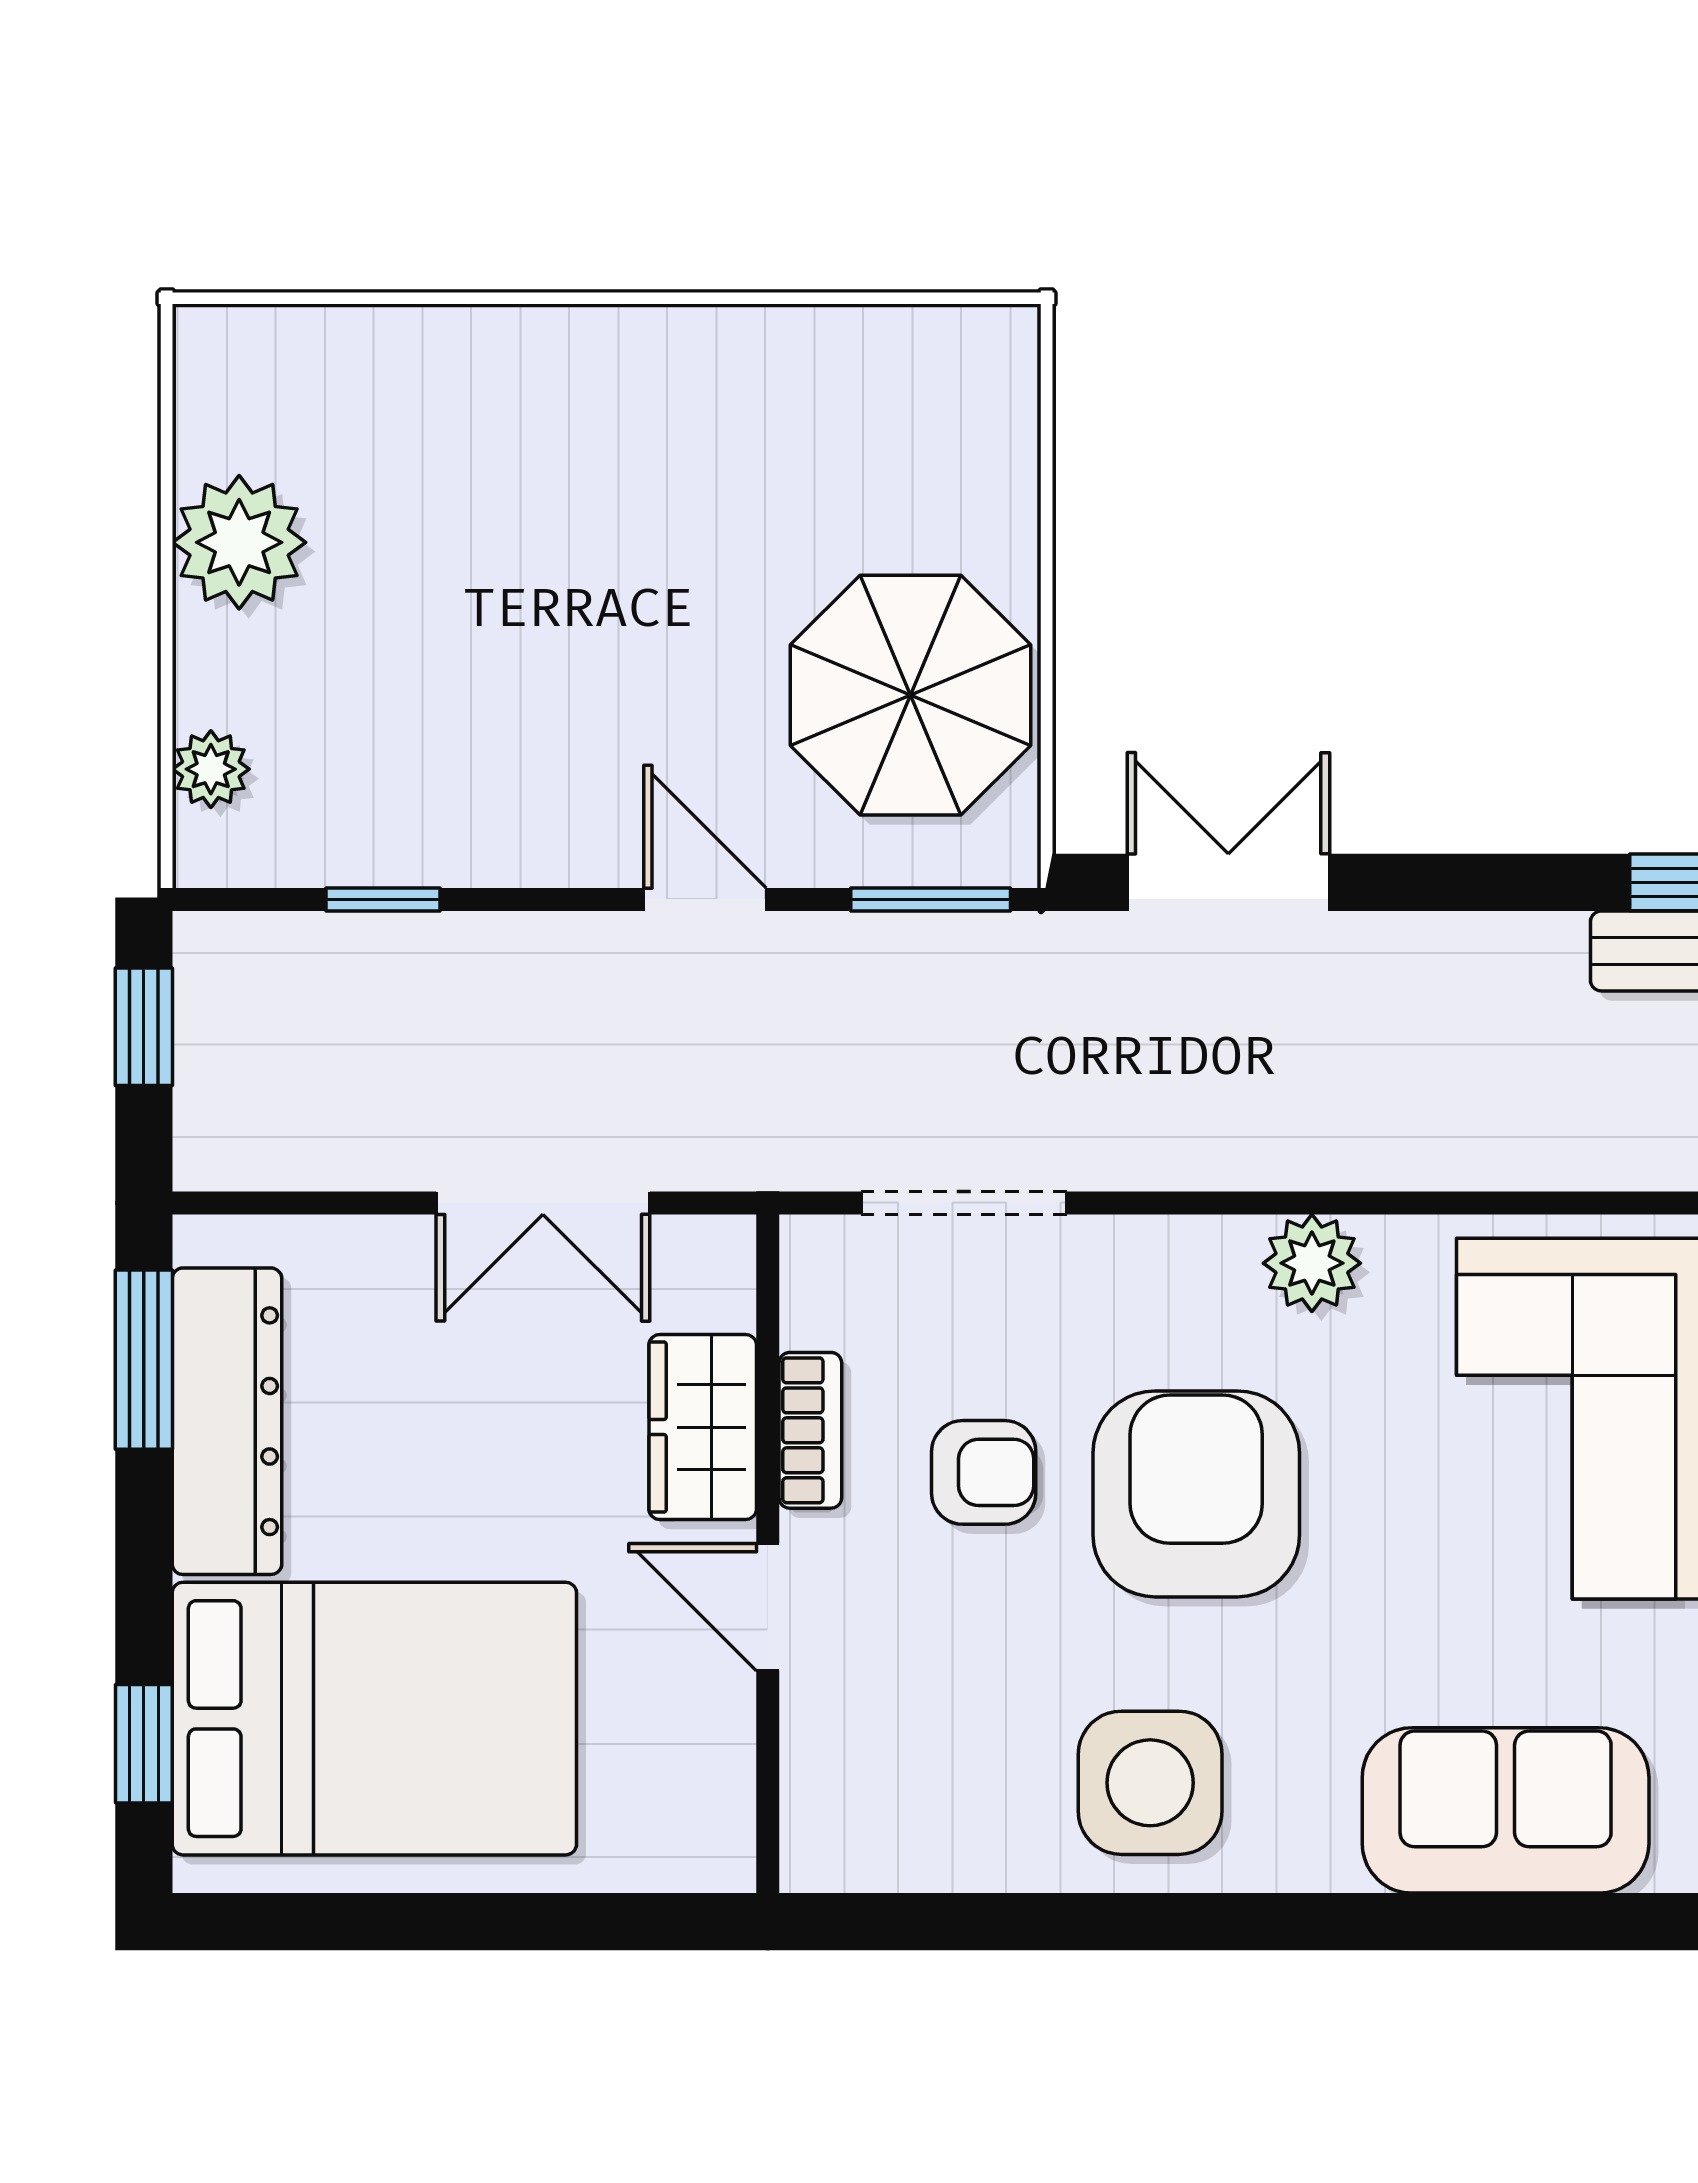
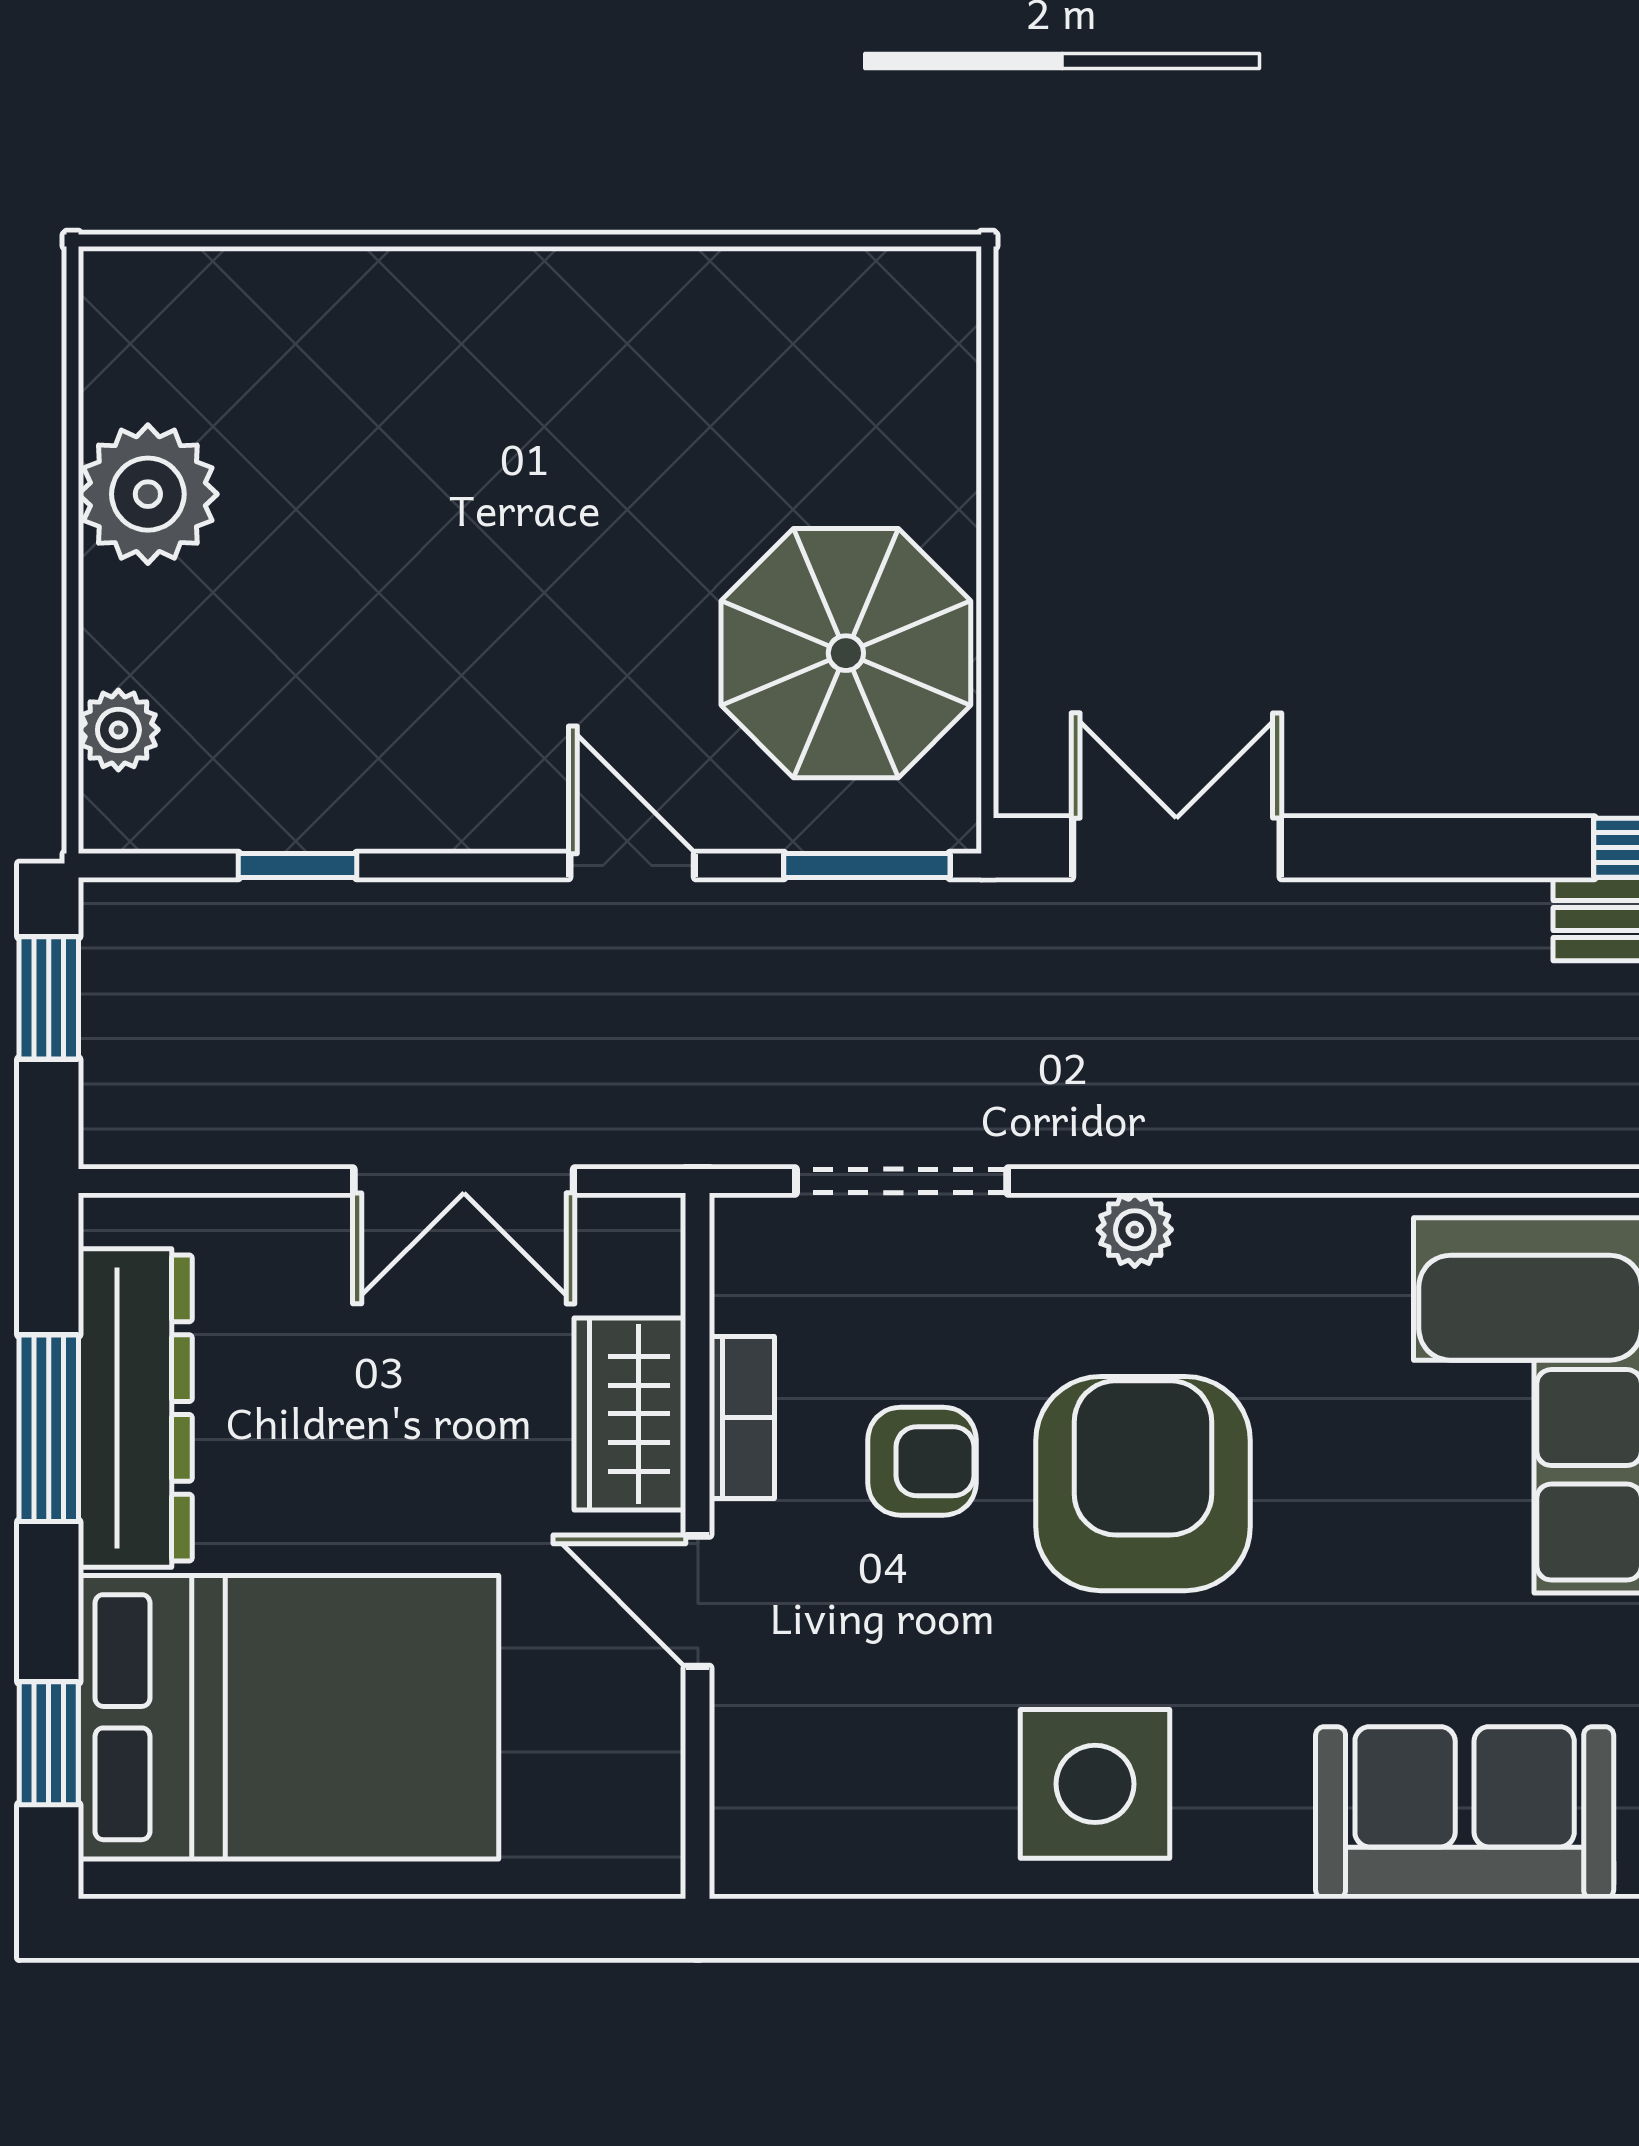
plant: (1312, 1263) -> (1135, 1230), moved, width x0.73, depth x0.73
window: (144, 1360) -> (49, 1428), moved

